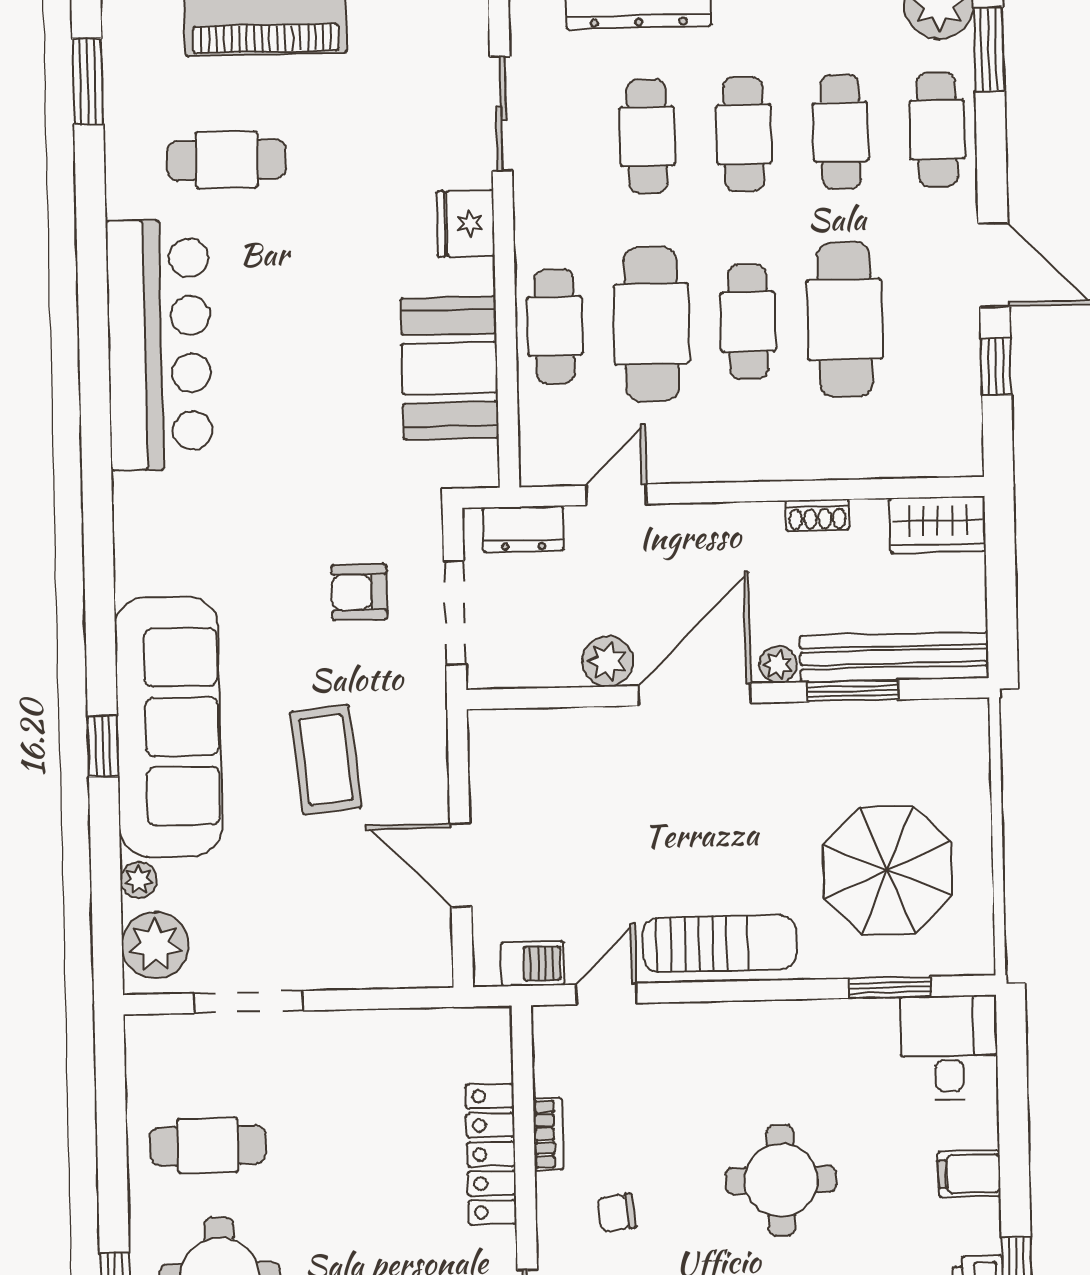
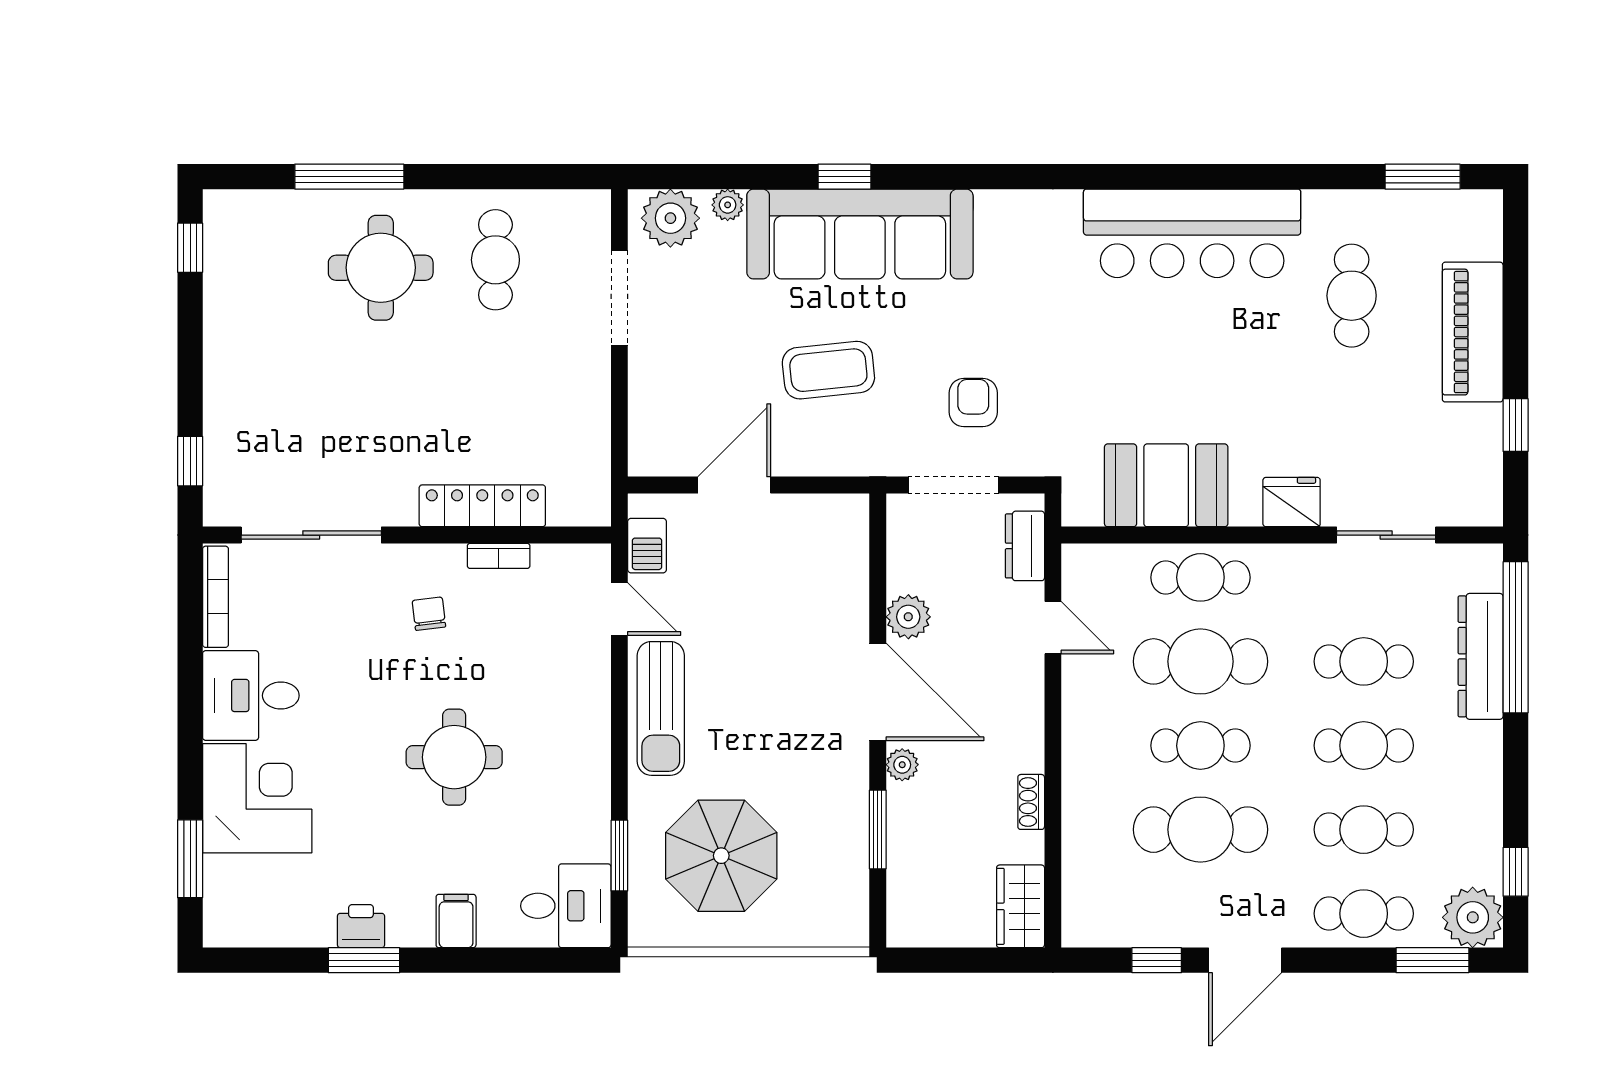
bench: (894, 657) -> (906, 866), removed

